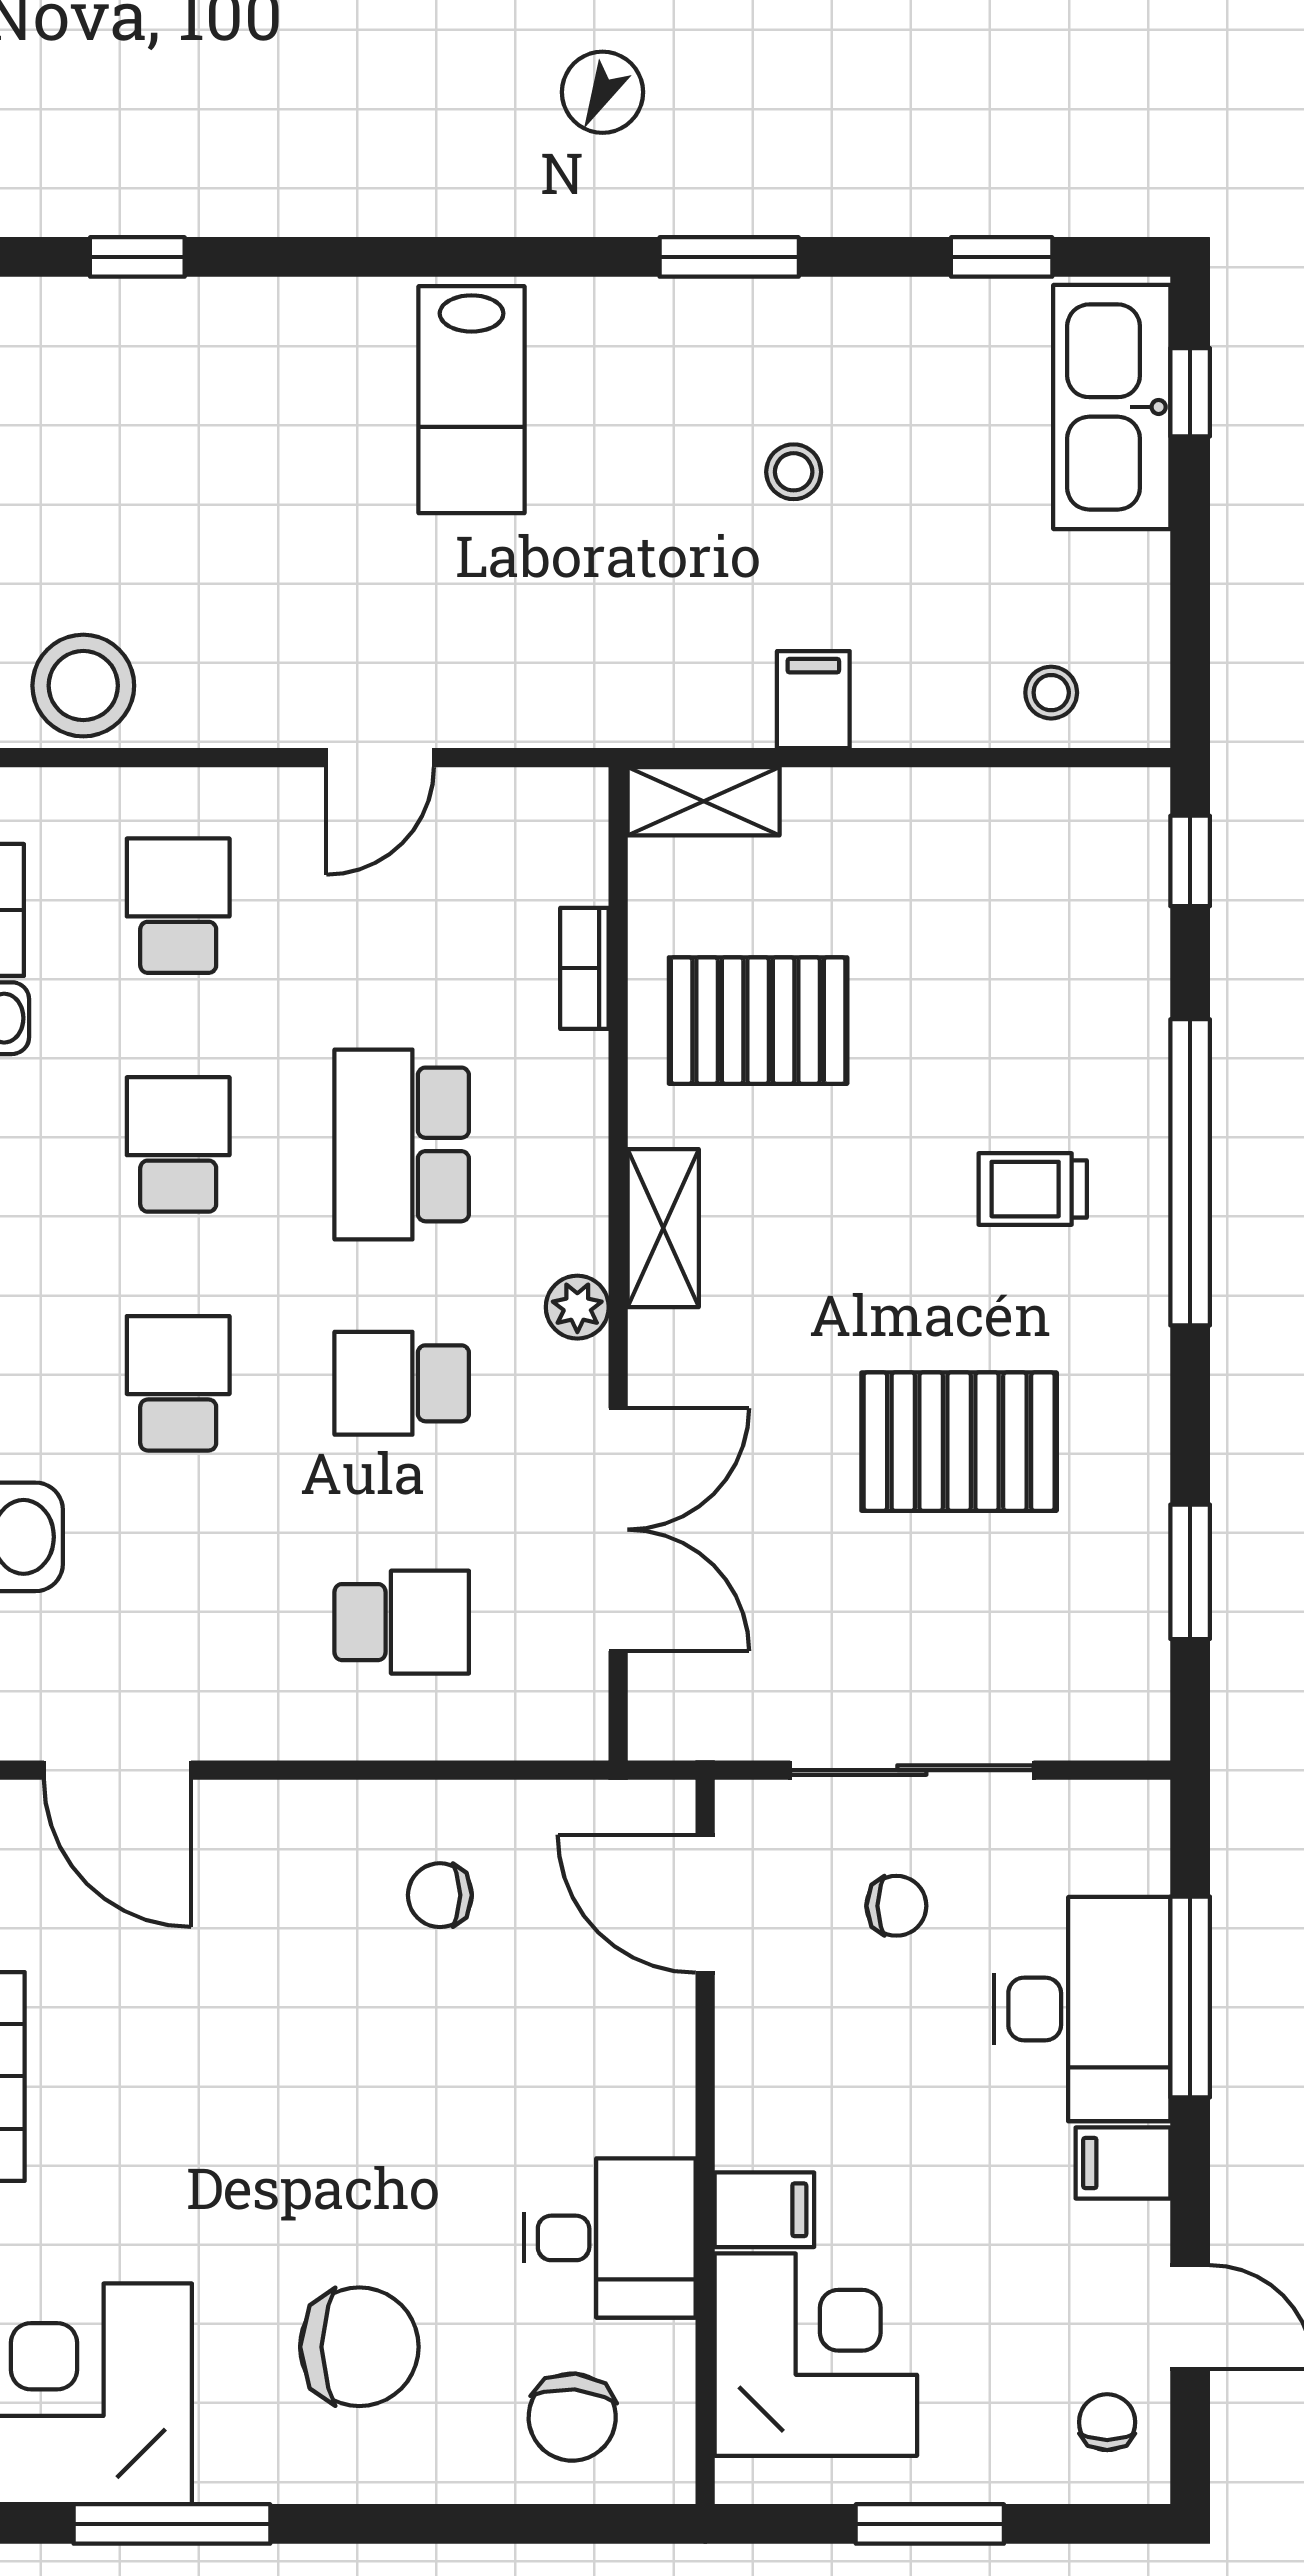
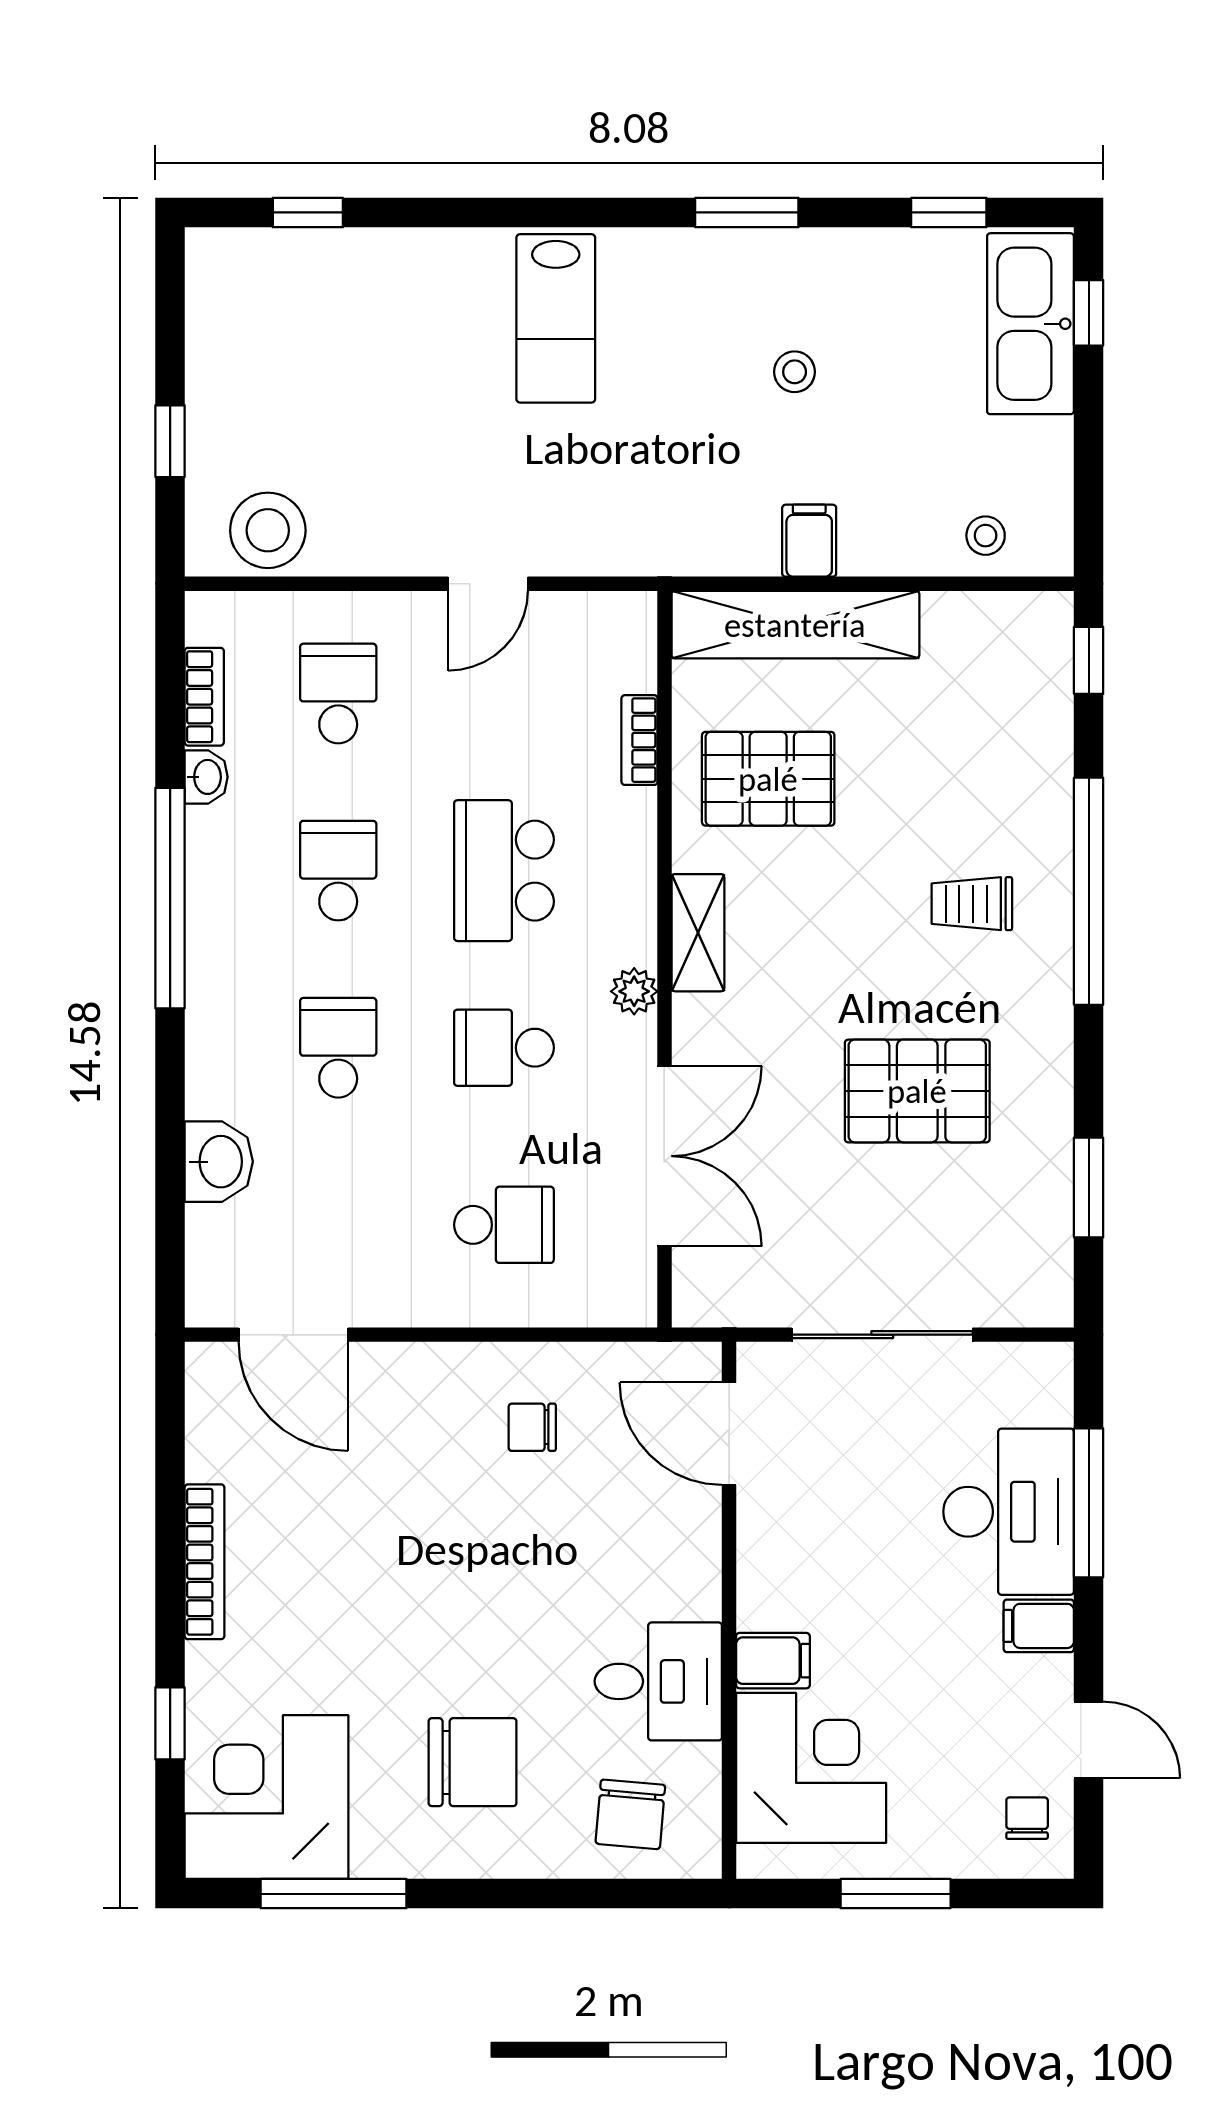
shelving: (704, 801) -> (795, 625), width x2.20, depth x1.33
chair: (896, 1906) -> (871, 1435), removed

